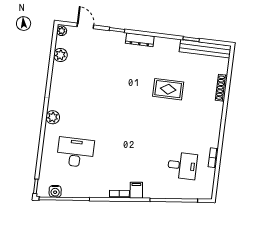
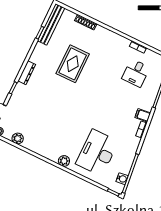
rug: (168, 89) -> (73, 64), width x1.36, depth x1.43
desk: (75, 152) -> (97, 153), width x1.36, depth x1.30
desk: (182, 166) -> (136, 73), turned 180

